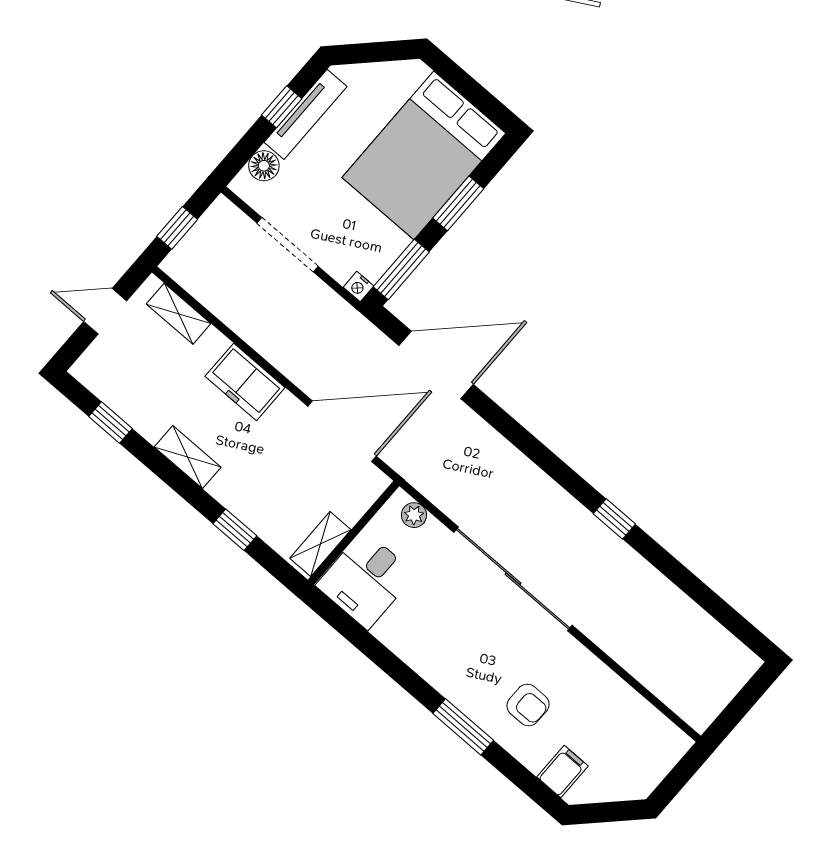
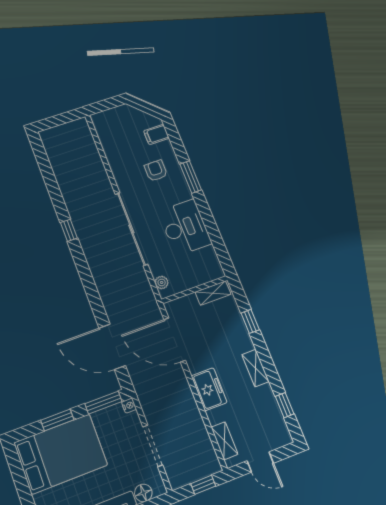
desk: (366, 580) -> (185, 227), moved, width x1.37

